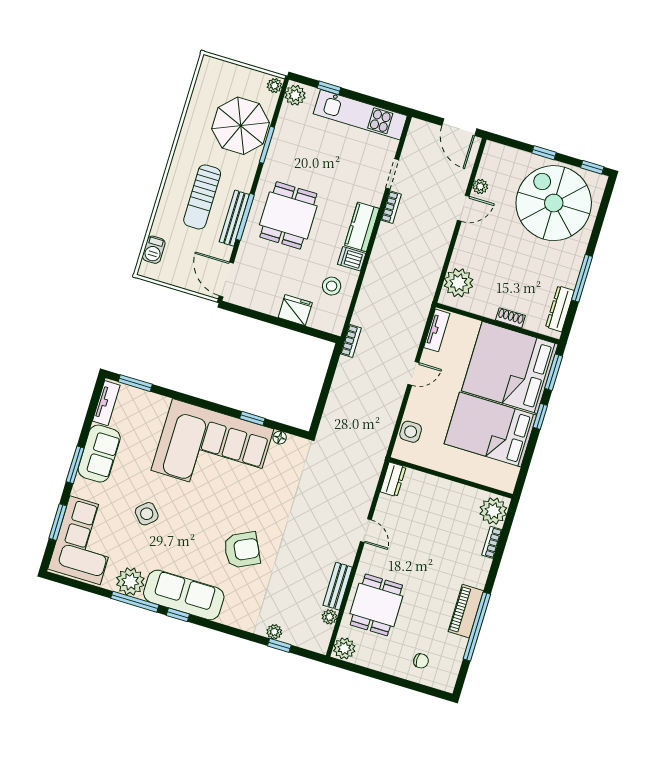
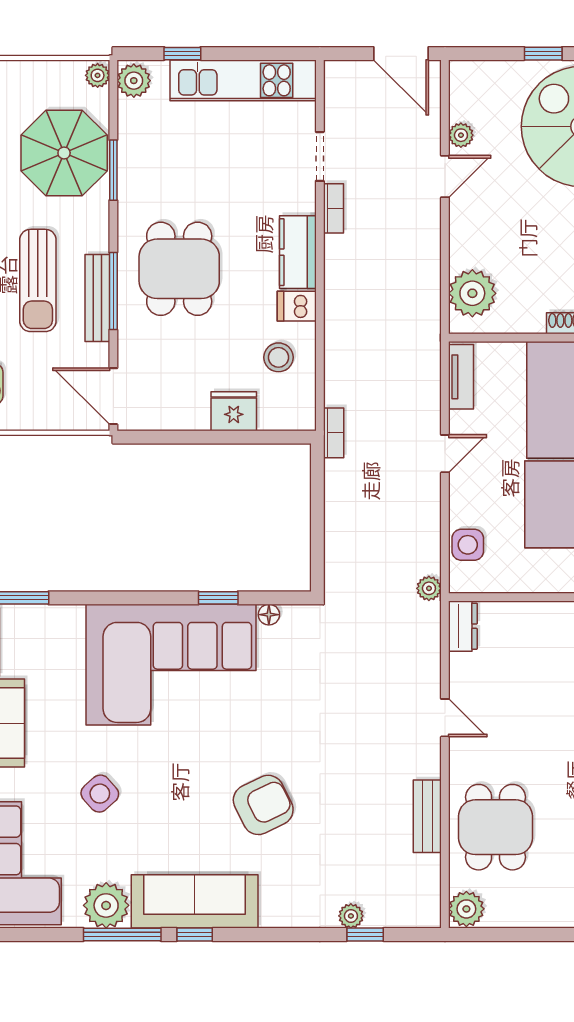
plant: (329, 617) -> (429, 588), moved

